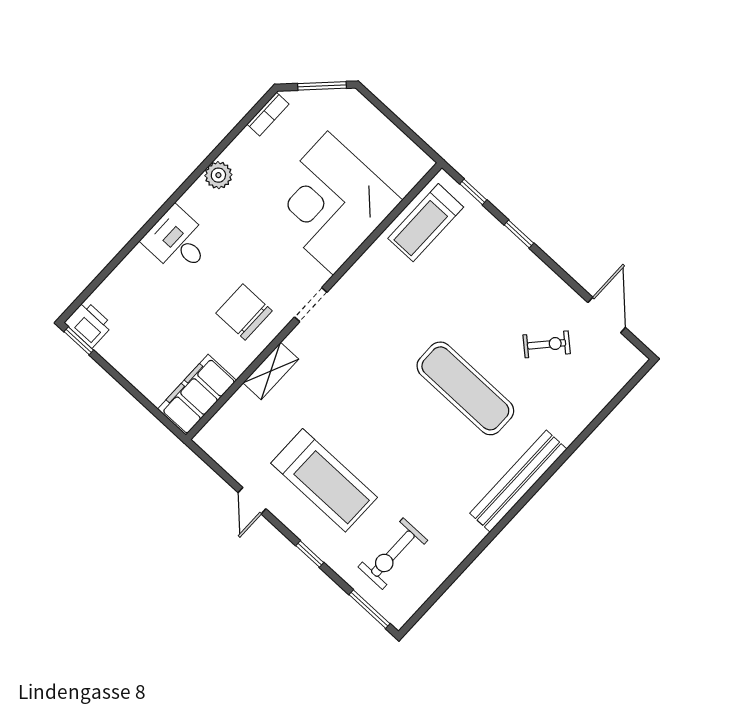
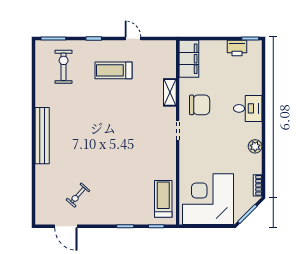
corner desk: (331, 203) -> (208, 199), moved, turned -90
printer: (89, 324) -> (237, 48), moved
exercise mat: (465, 388) -> (93, 152), removed
treadmill: (324, 480) -> (113, 70), width x0.73, depth x0.73

